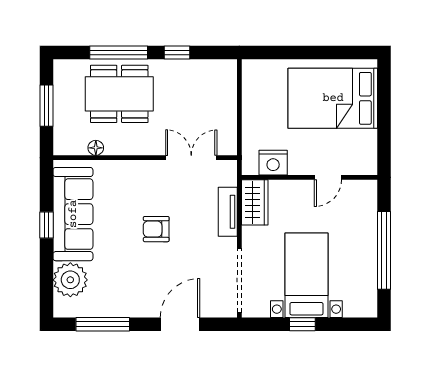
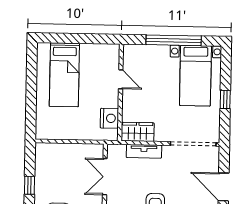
bed: (333, 98) -> (64, 75), width x0.67
bed with nightstands: (306, 275) -> (195, 76), moved, turned -90

